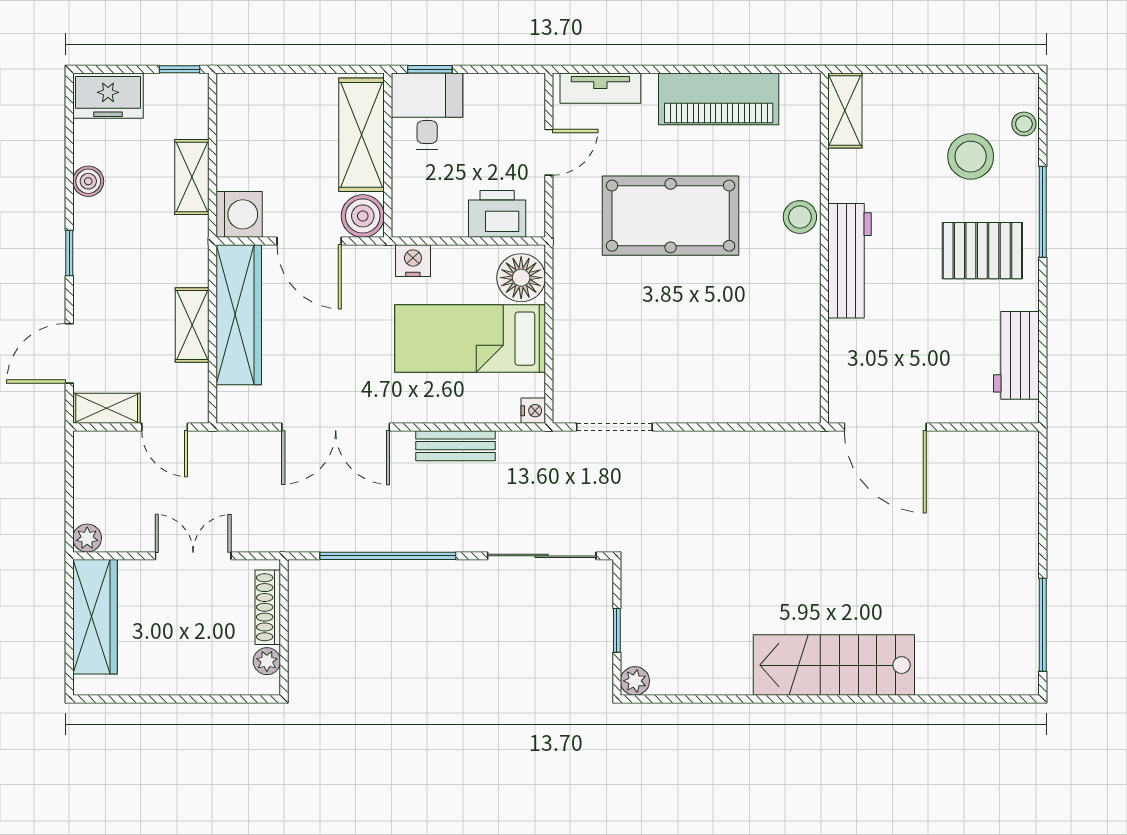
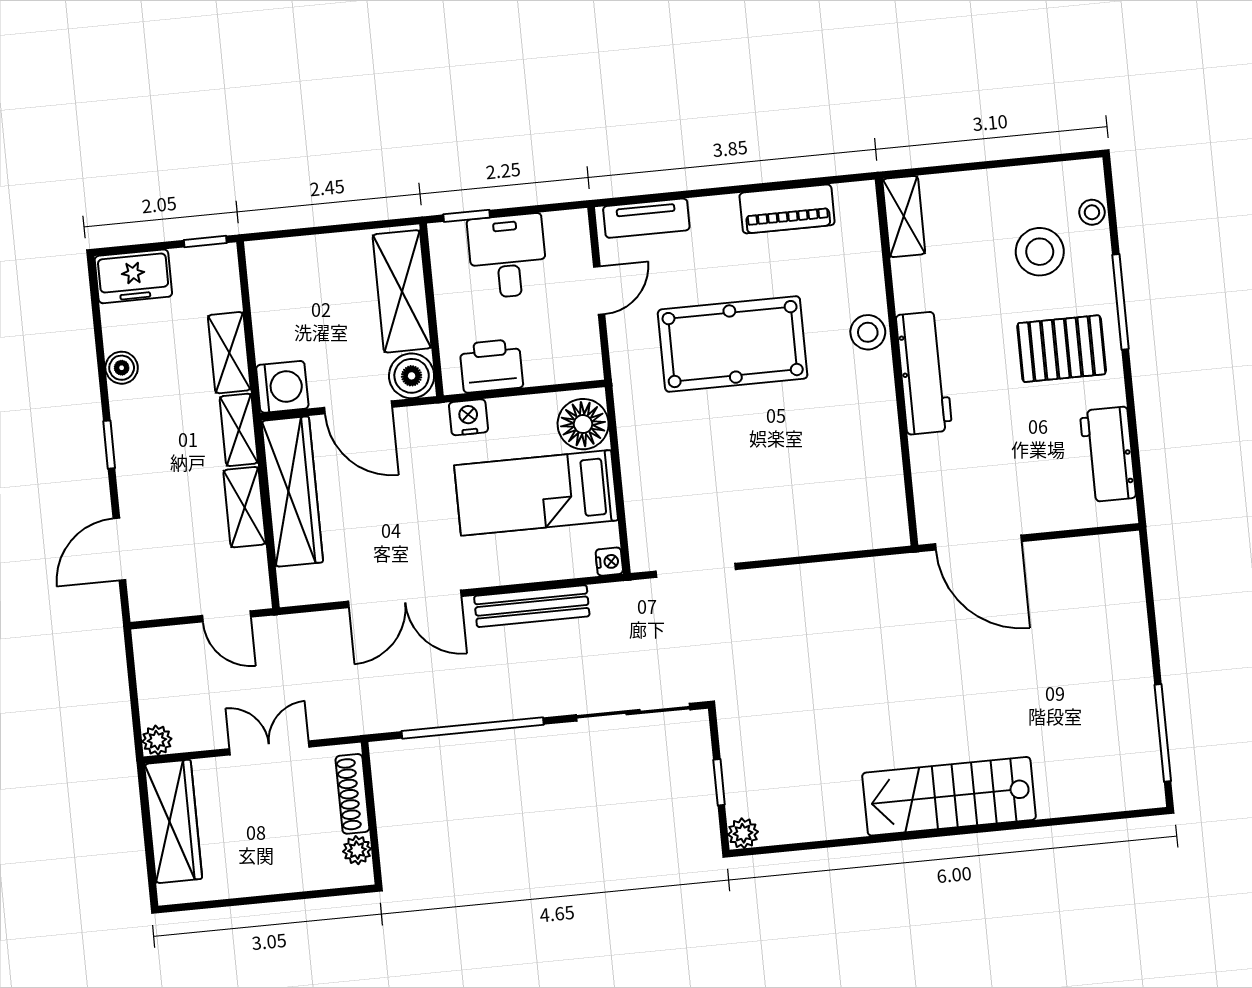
piano: (719, 99) -> (787, 209), width x0.73, depth x0.75
desk: (427, 111) -> (507, 256), moved
printer: (497, 214) -> (491, 366), moved
shelving: (107, 408) -> (239, 430), moved, turned 90
bench: (456, 446) -> (532, 606), width x1.36

